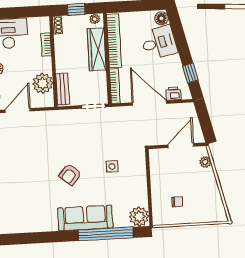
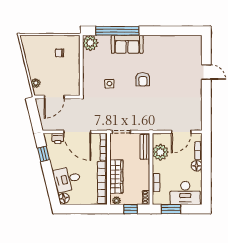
window: (25, 12) -> (171, 209), added
armchair: (70, 174) -> (143, 79), turned 141
sofa: (85, 218) -> (127, 44), width x0.73

